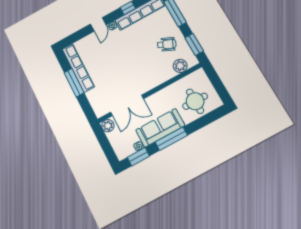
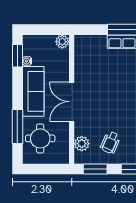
double door: (127, 105) -> (72, 102), moved
window: (171, 139) -> (17, 126), moved

